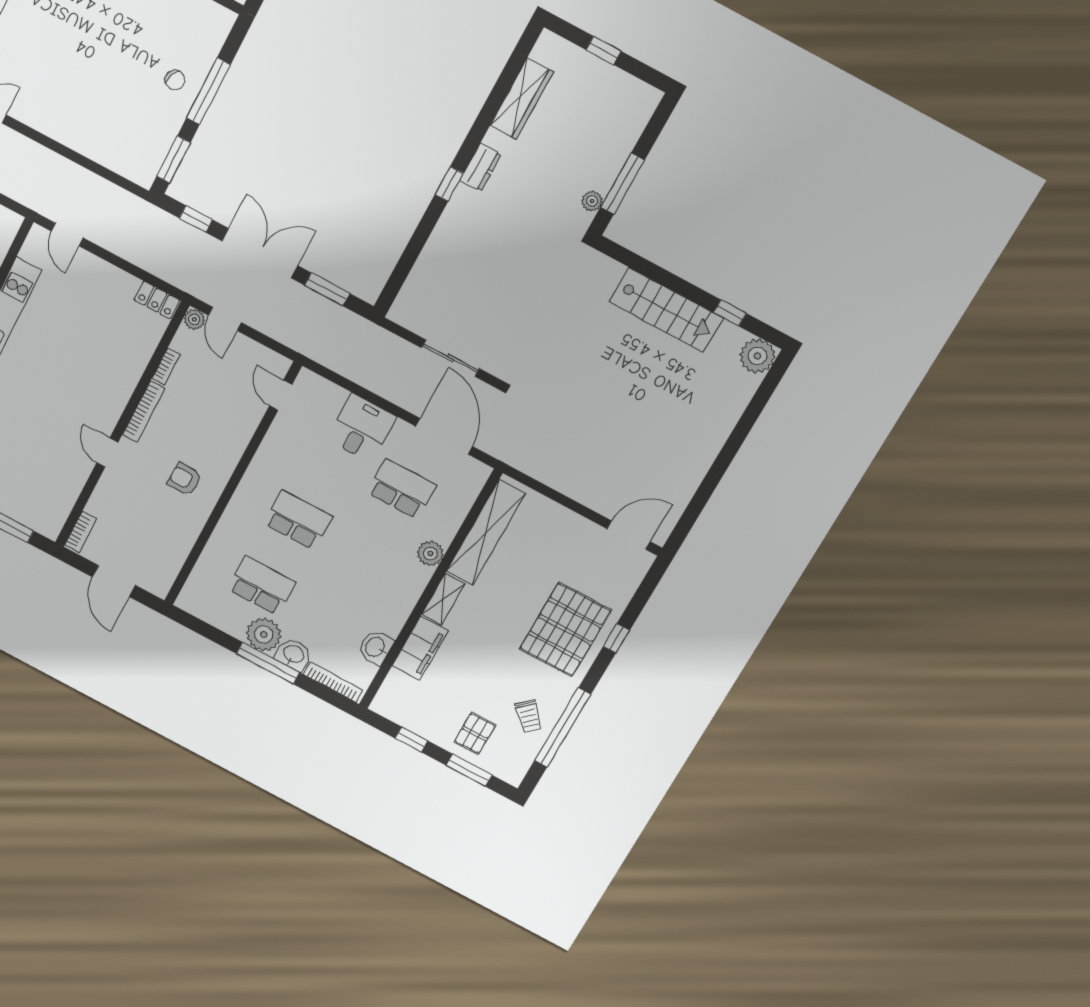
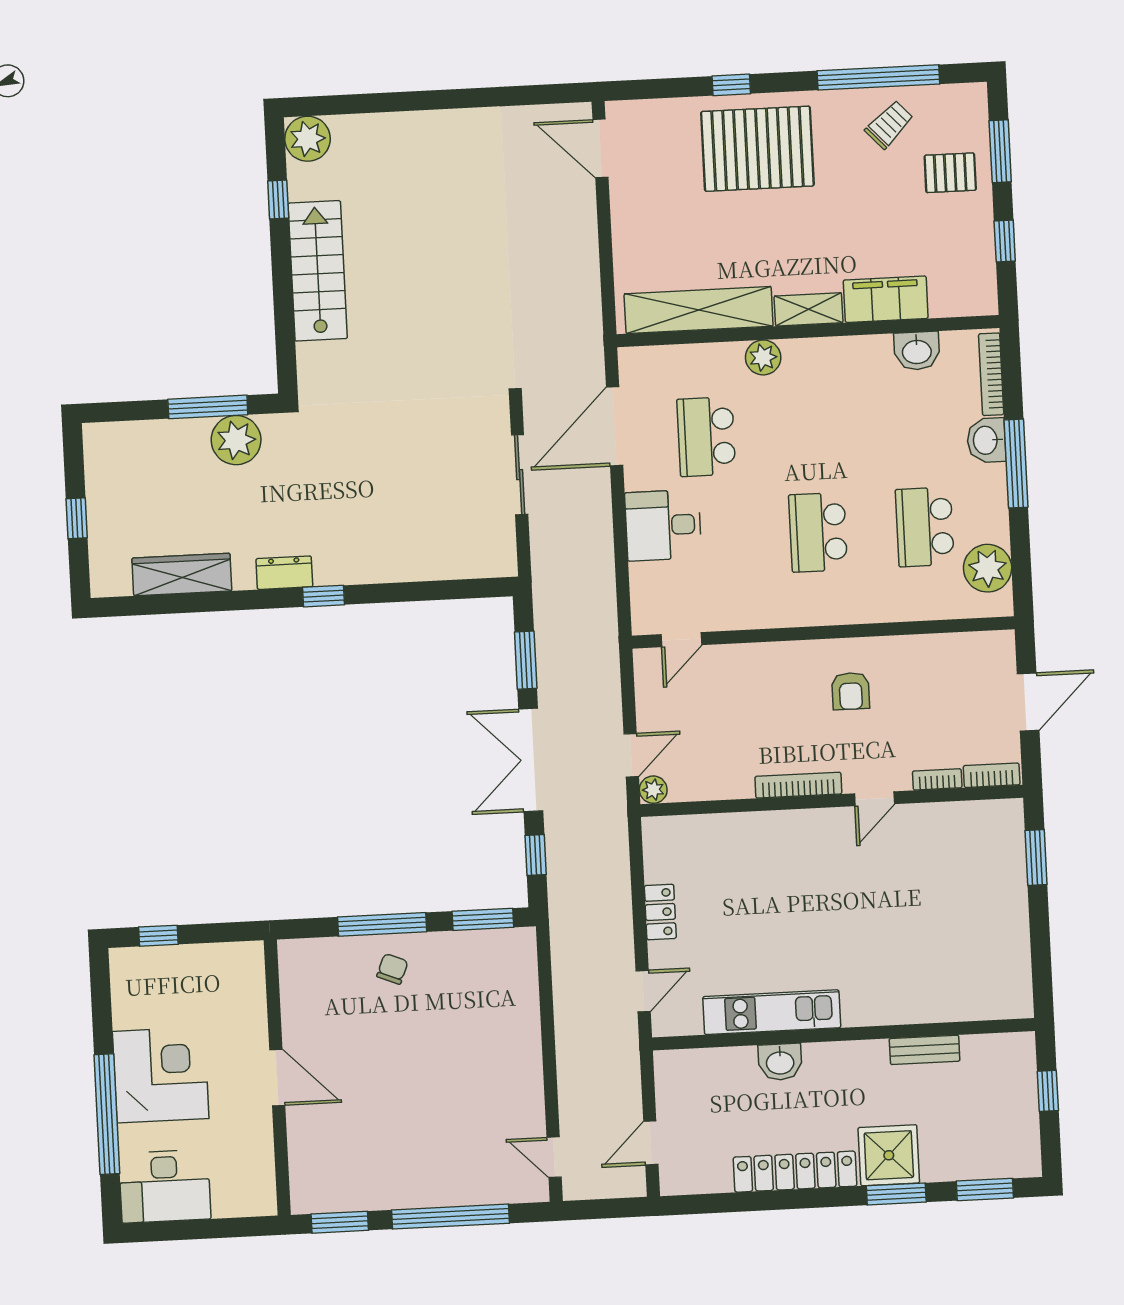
plant: (592, 201) -> (236, 440), width x1.88, depth x1.88
locker: (157, 300) -> (660, 912), moved
bookcase: (166, 366) -> (937, 779), moved
plant: (264, 635) -> (988, 568), moved

